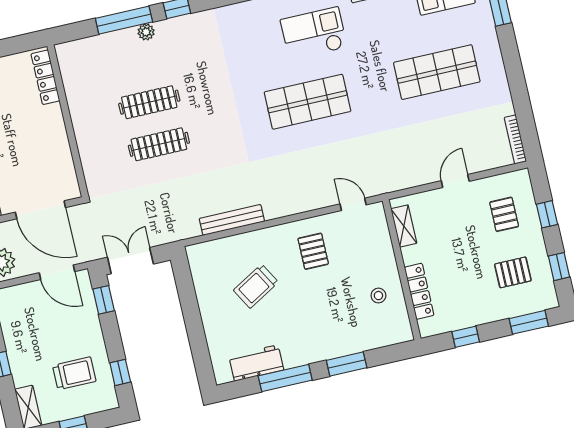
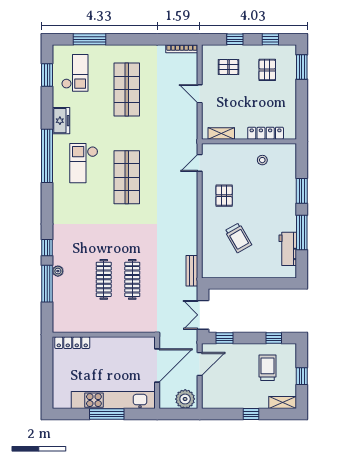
bench: (232, 220) -> (192, 271), moved, width x0.73
pallet: (313, 251) -> (224, 196), turned 90
window: (466, 337) -> (302, 110), removed

